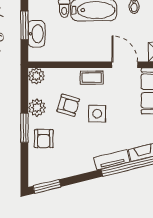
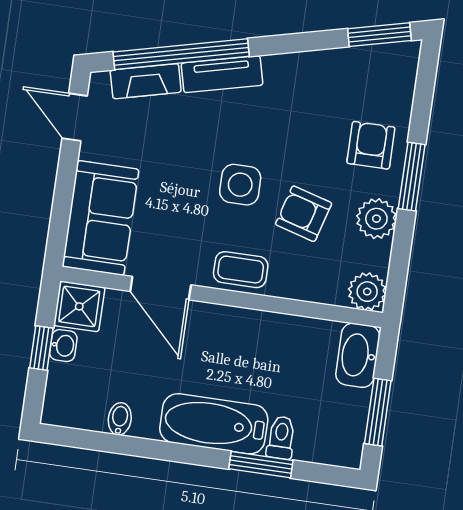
washbasin: (36, 34) -> (358, 355), moved

